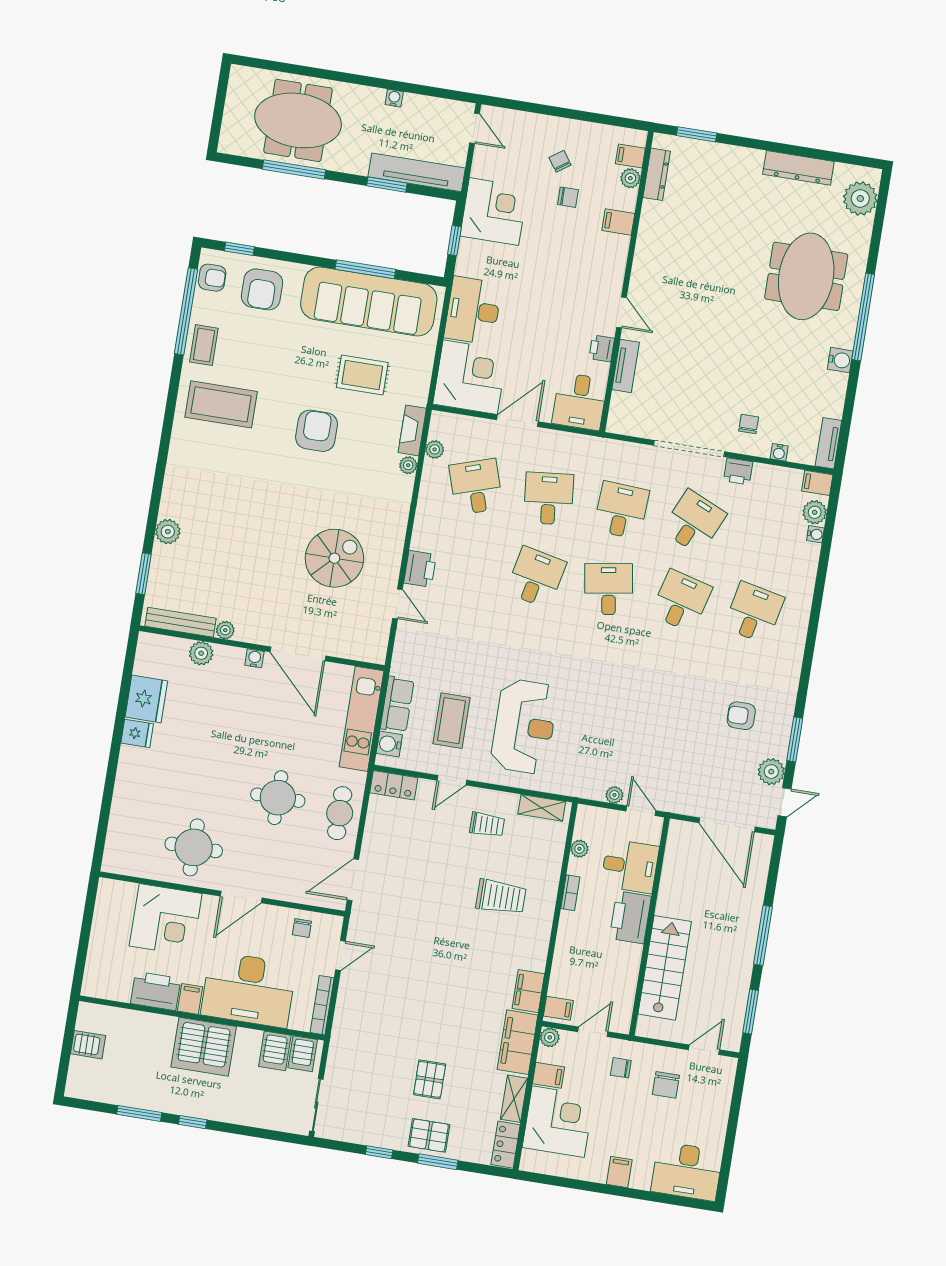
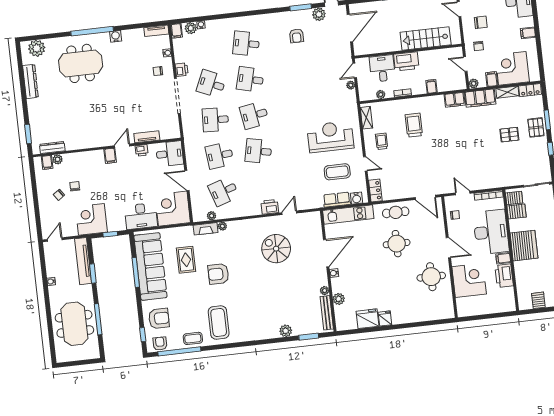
filing cabinet: (618, 222) -> (110, 156), moved
filing cabinet: (558, 1008) -> (431, 86), moved

